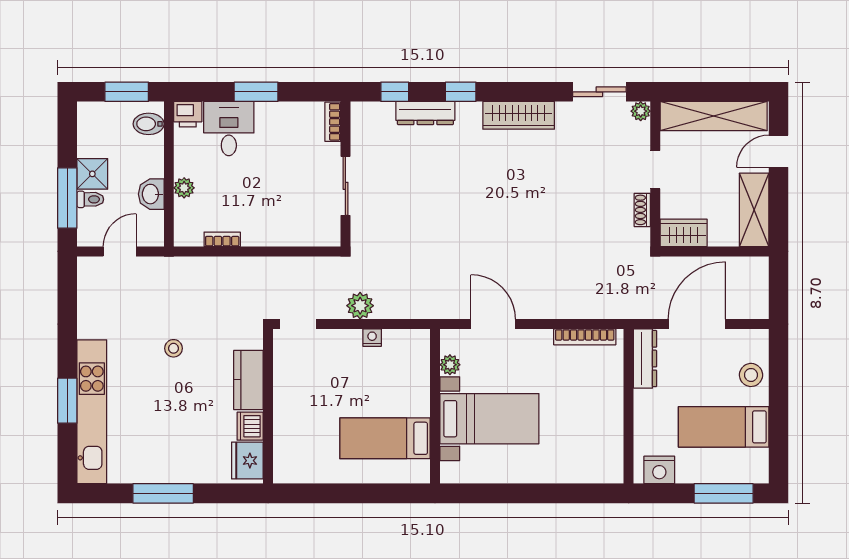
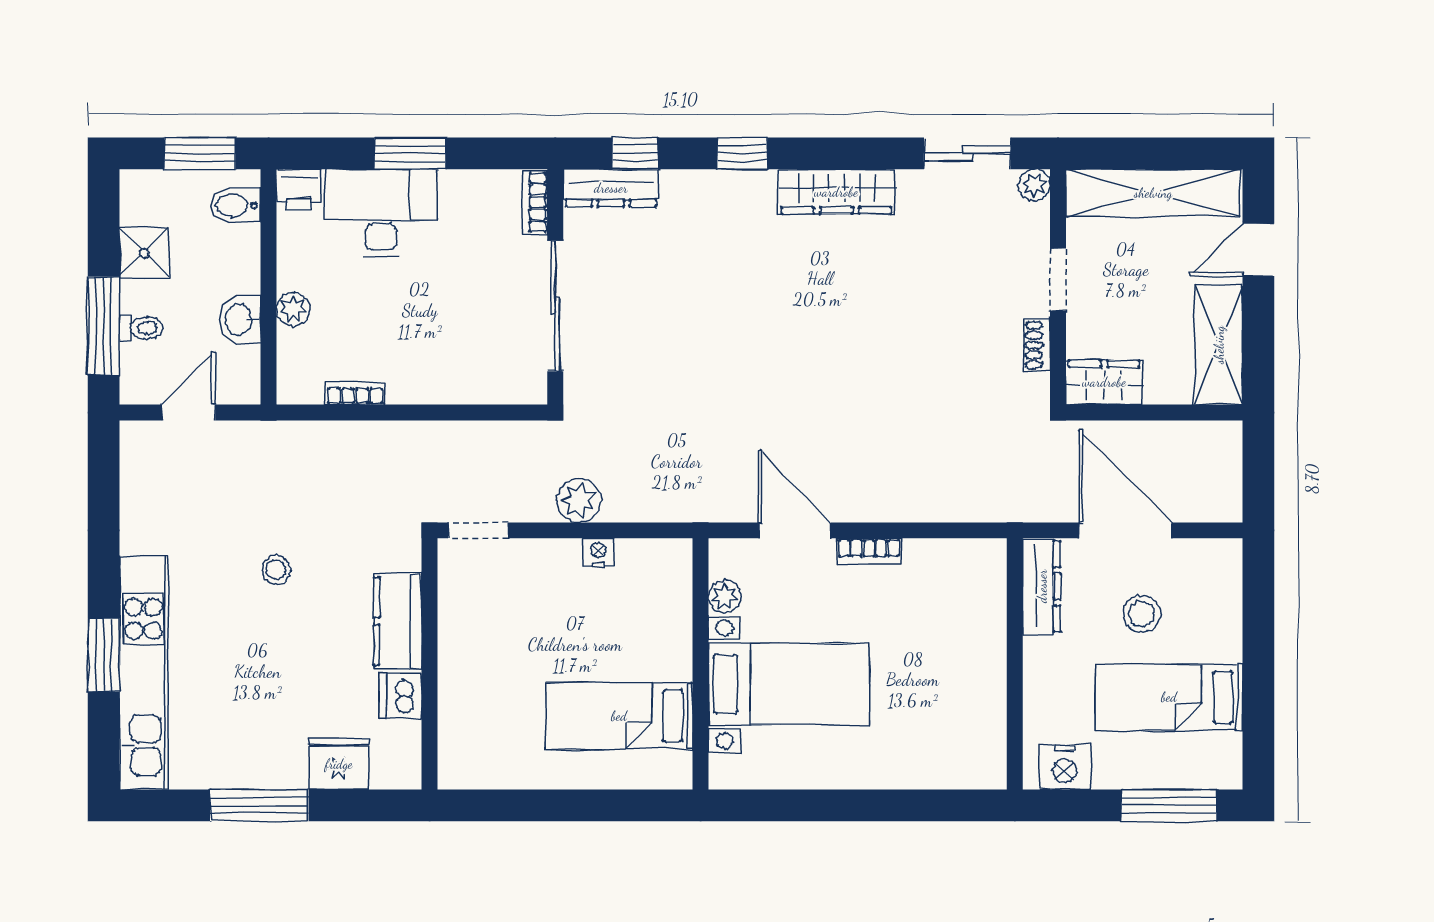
dresser: (425, 113) -> (611, 188), moved
desk: (229, 129) -> (381, 213), width x1.37
shower: (92, 174) -> (144, 253), moved
sliding door: (345, 186) -> (555, 306), width x1.37
door: (697, 324) -> (1126, 530), hinge flipped
bookcase: (585, 337) -> (869, 551), moved, width x0.64
stool: (751, 375) -> (1142, 614), moved
fridge: (247, 461) -> (339, 764), moved, turned 90

